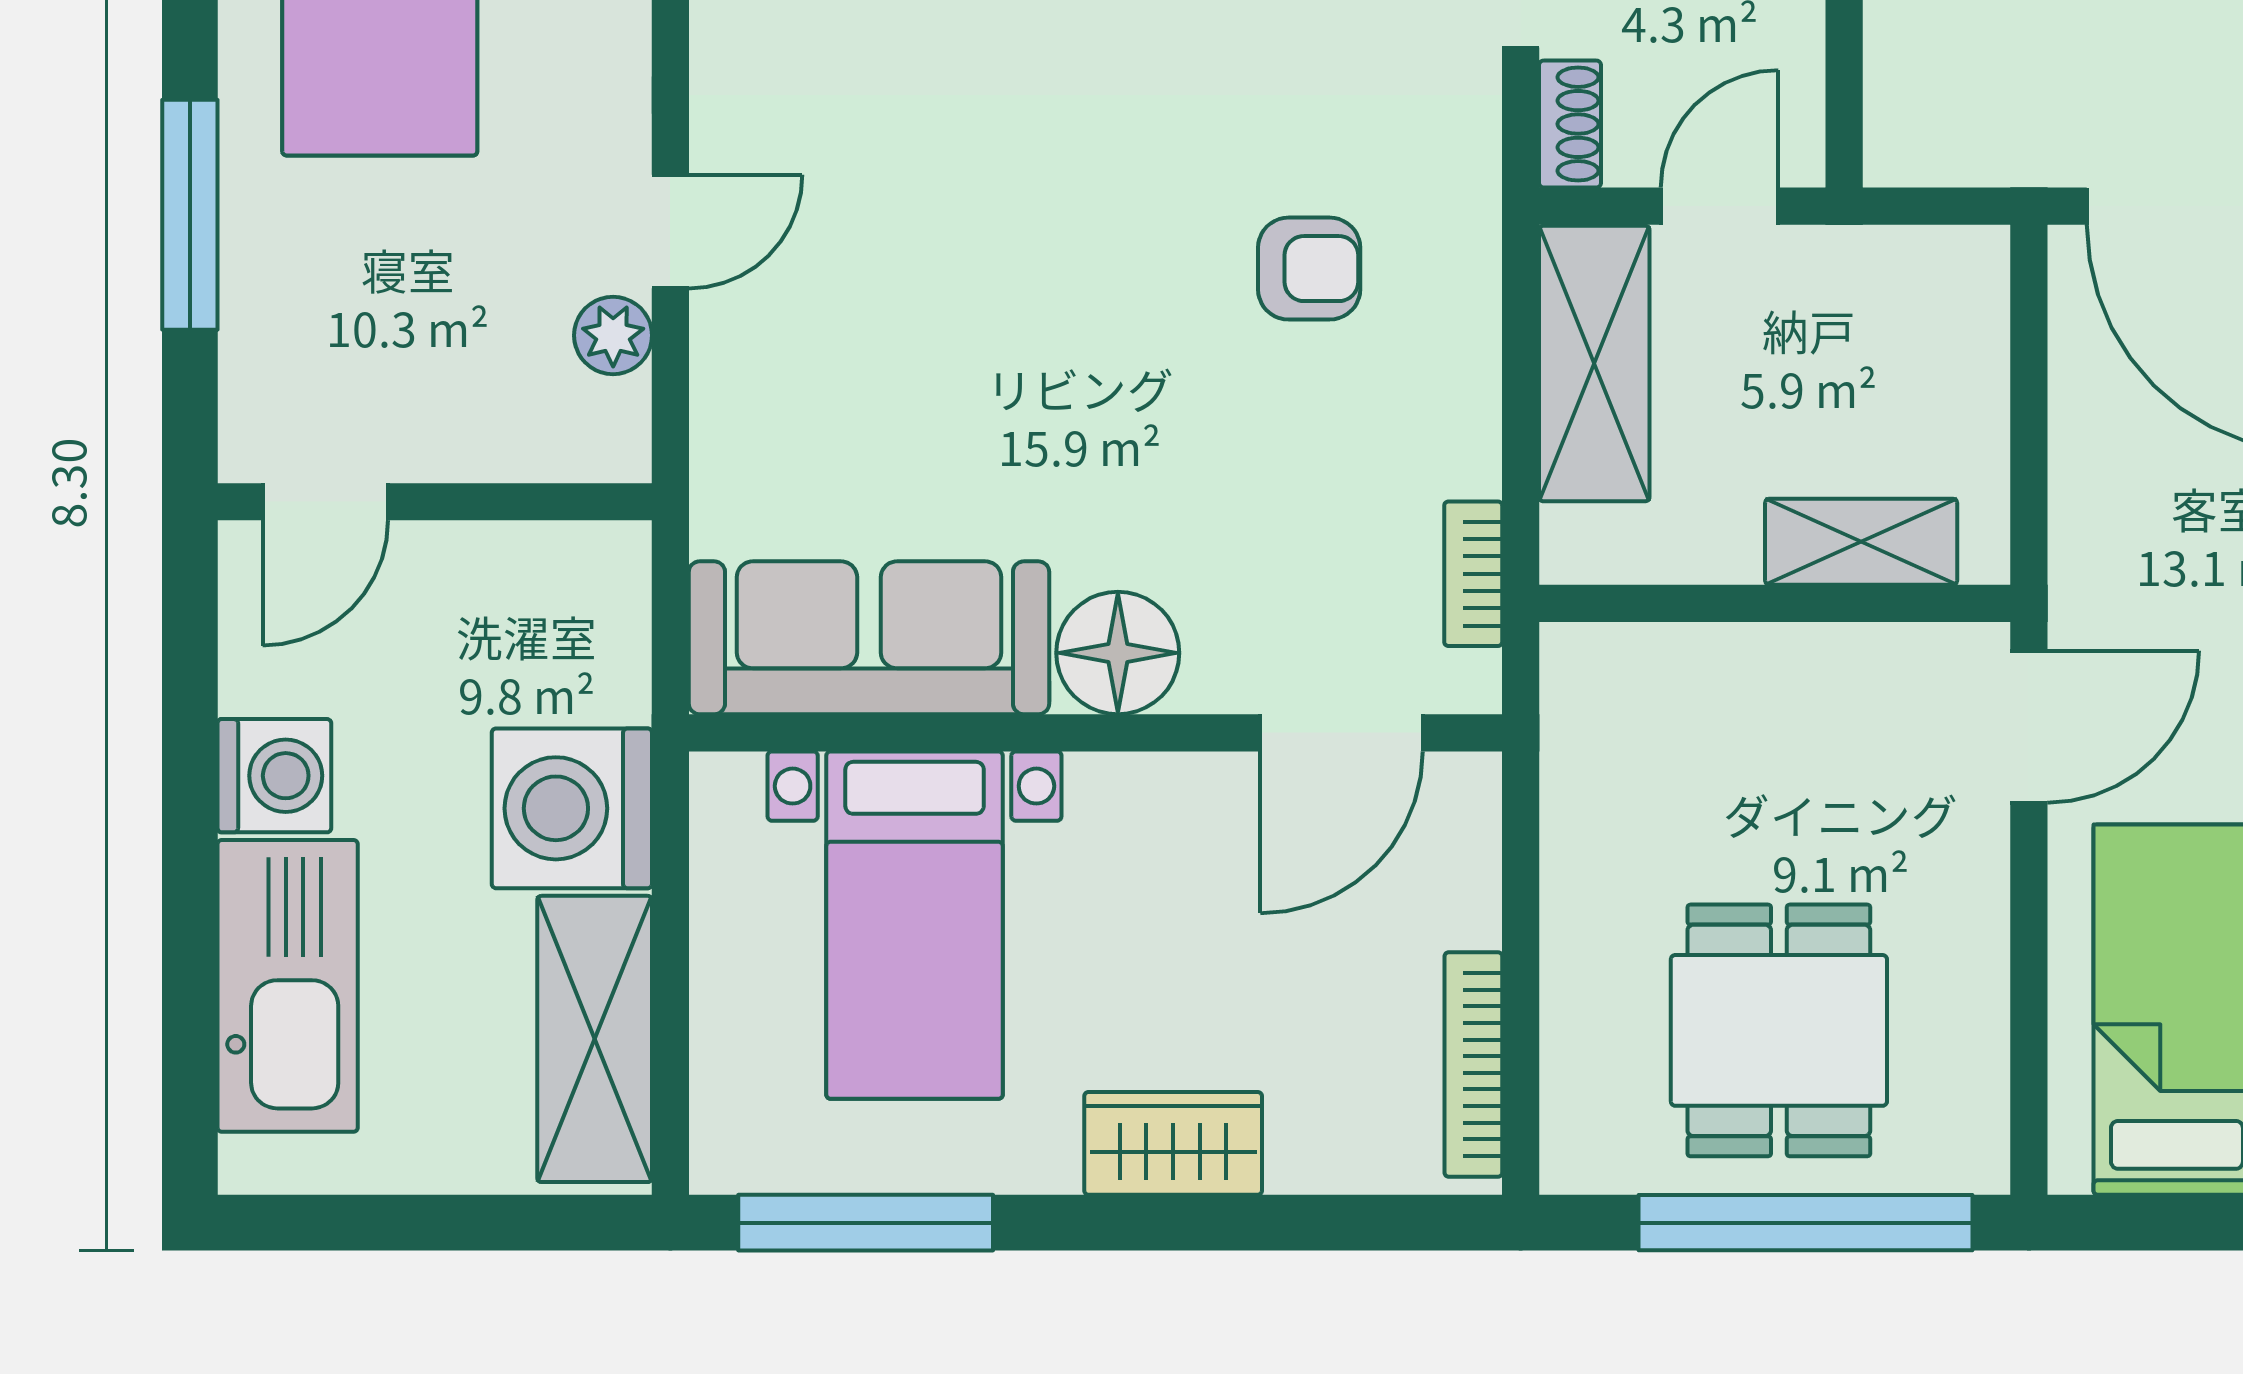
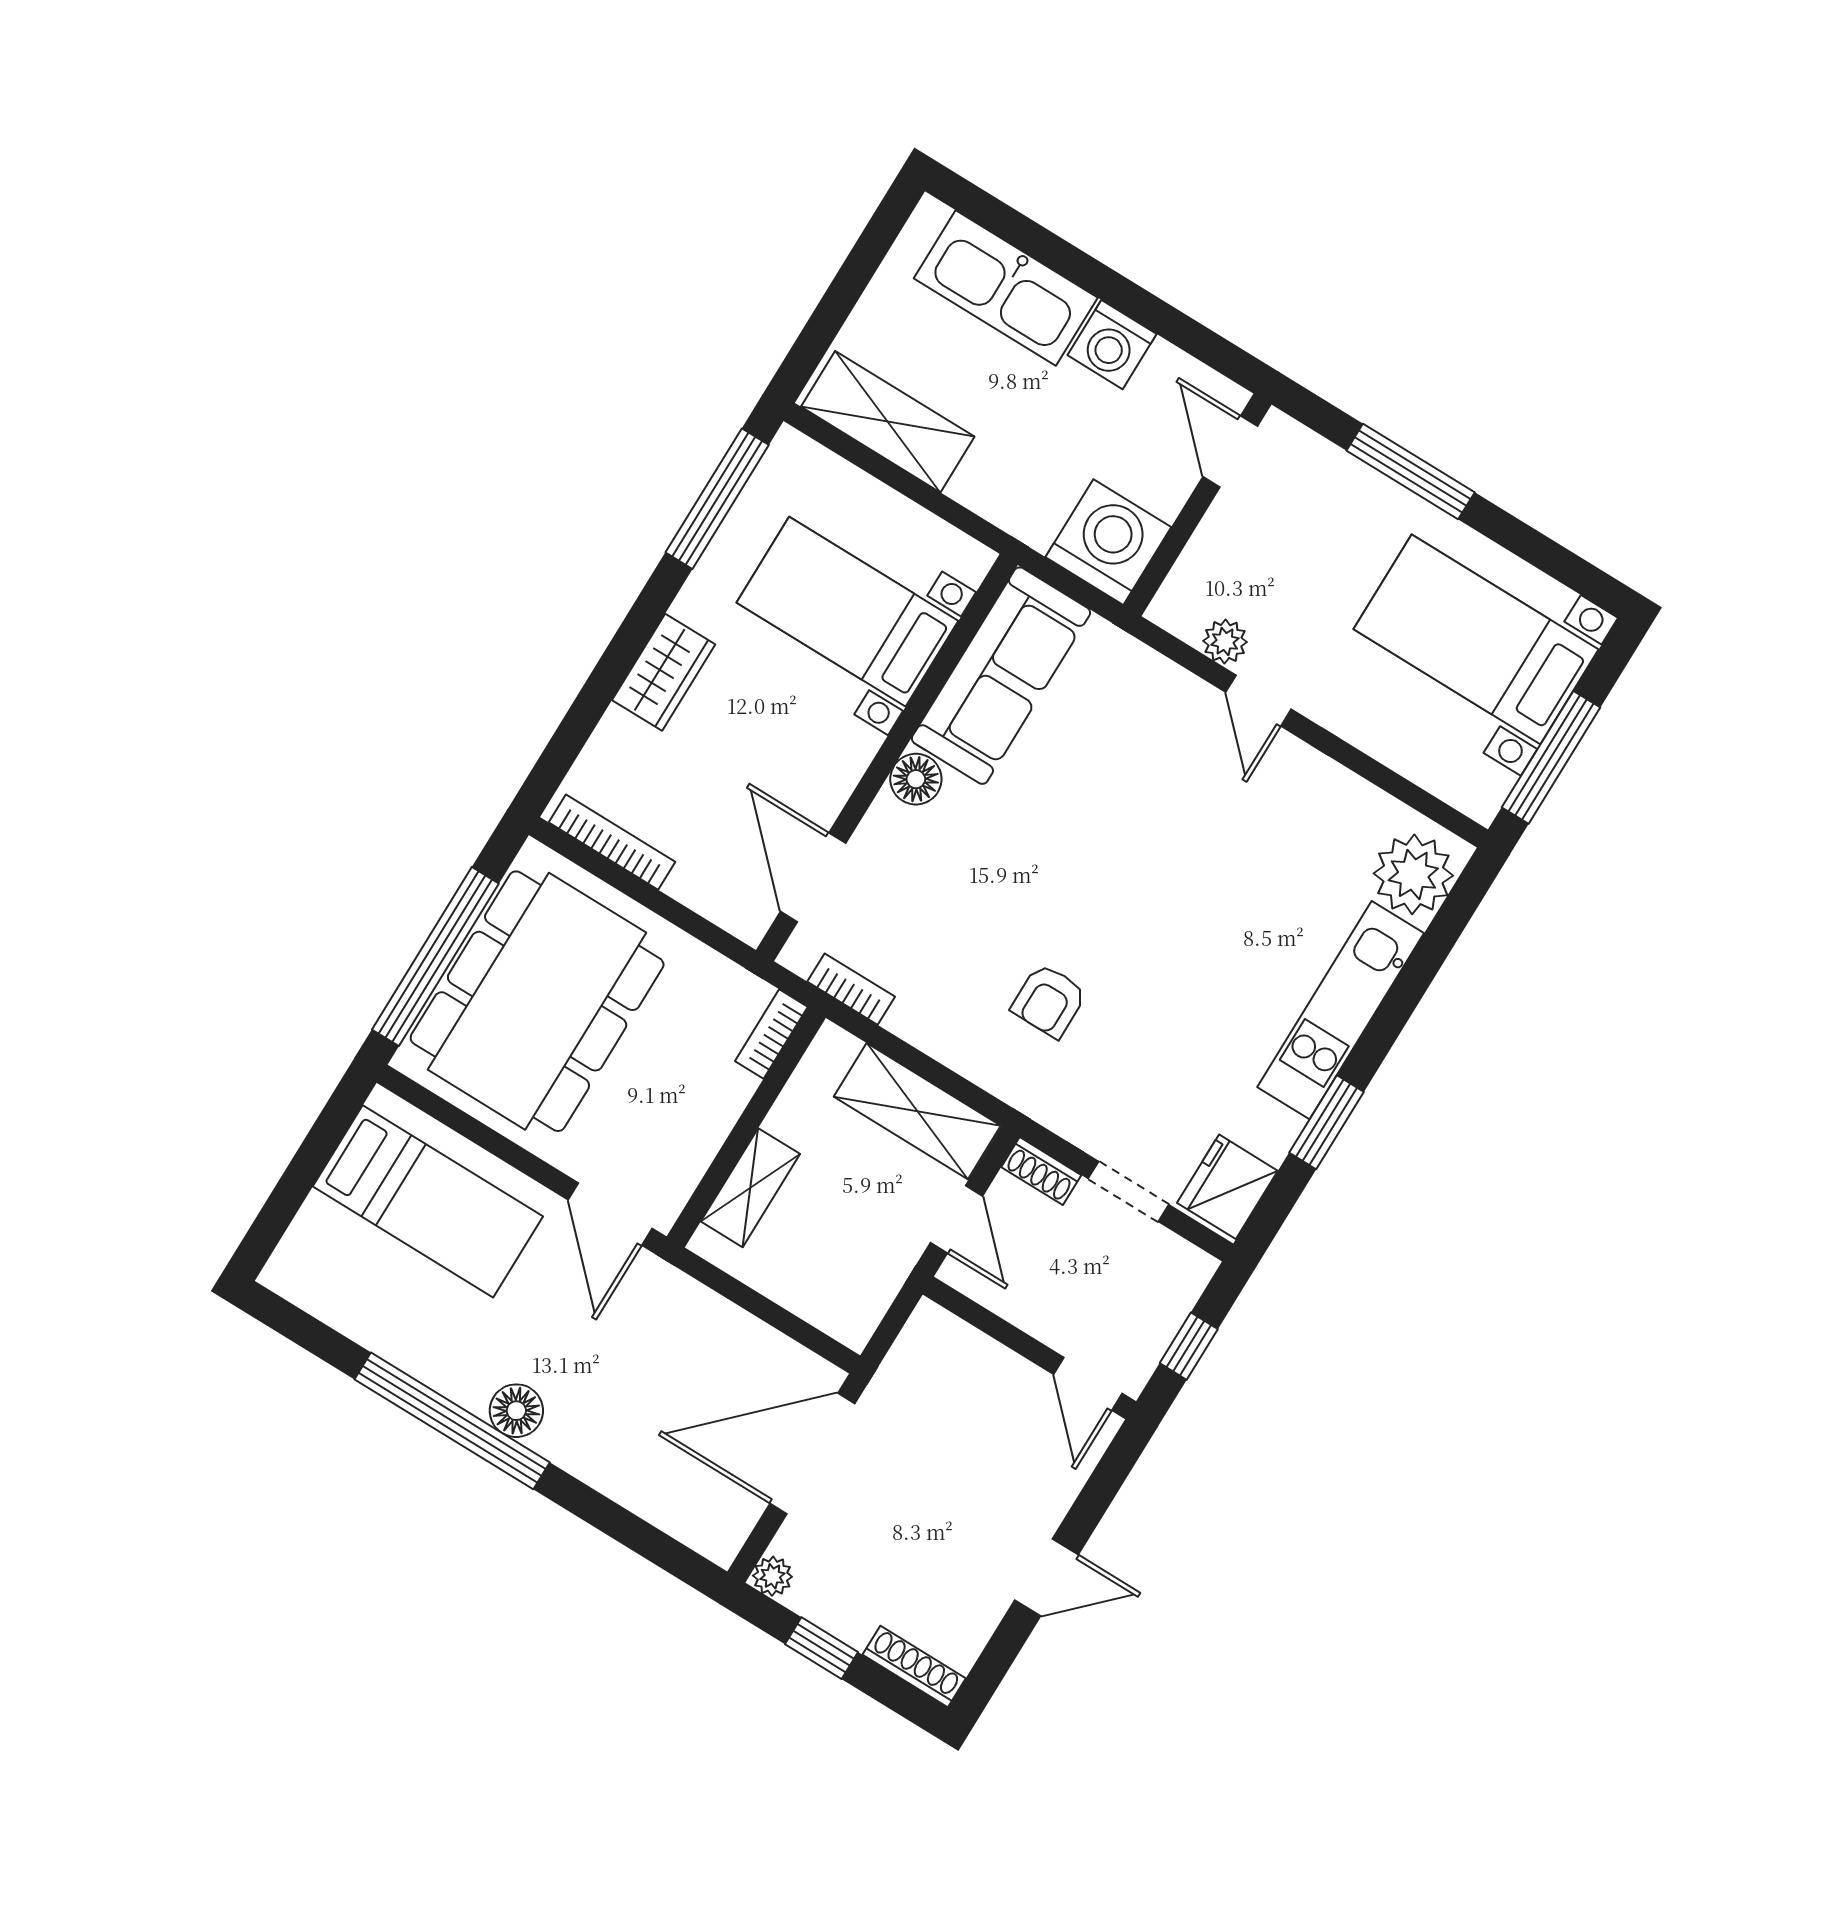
bookcase: (1613, 651) -> (771, 1034), added
floor lamp: (1118, 653) -> (916, 779), width x0.73, depth x0.73
washing machine: (572, 808) -> (1108, 542), moved
dining table: (1779, 1030) -> (537, 1001), width x1.88, depth x1.24

